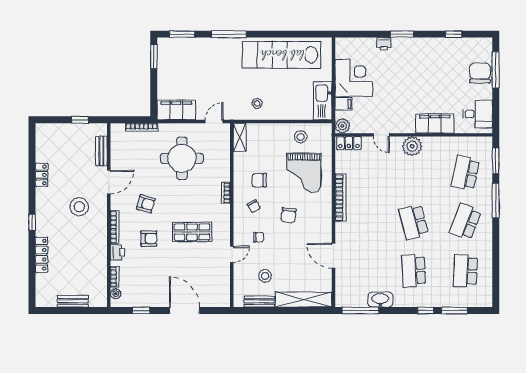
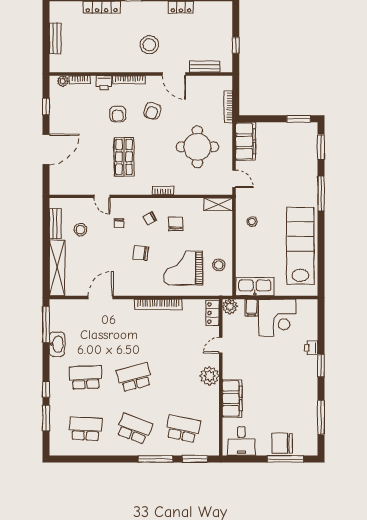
window: (454, 34) -> (321, 417), width x2.17
chair: (480, 73) -> (282, 443), turned 180

